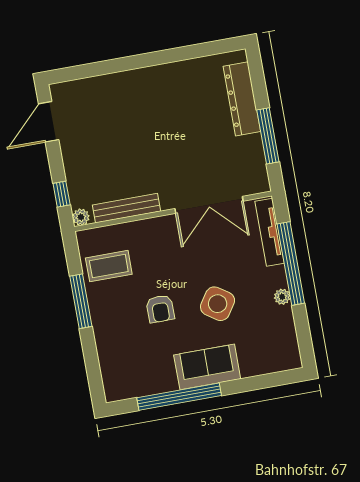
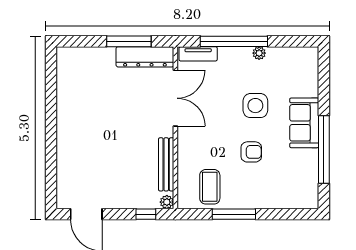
dresser: (242, 99) -> (145, 57), moved
tv unit: (270, 232) -> (198, 54), width x0.71
side table: (218, 304) -> (255, 106), turned -34

